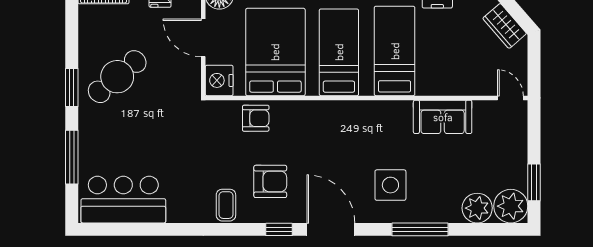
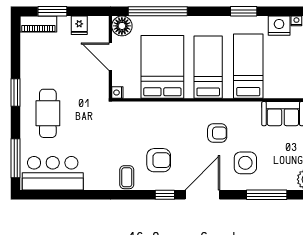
cafe table: (117, 77) -> (48, 113), moved, turned -50
nightstand: (219, 80) -> (117, 93), width x0.53, depth x0.56
armchair: (256, 118) -> (217, 133), moved
window: (72, 157) -> (16, 158), moved
door: (331, 229) -> (202, 195), hinge flipped

